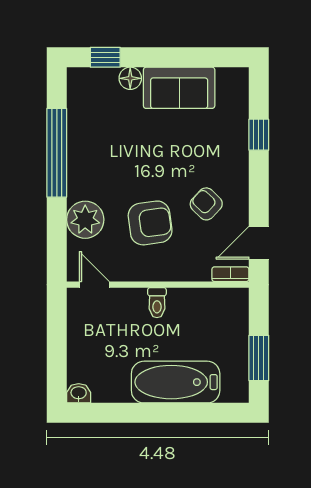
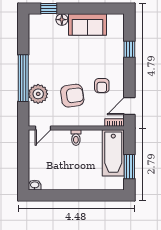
window: (57, 153) -> (23, 78), moved
armchair: (206, 204) -> (102, 86), turned -134
door: (94, 285) -> (43, 128), swing flipped
bathtub: (176, 382) -> (113, 153), moved, turned -90

